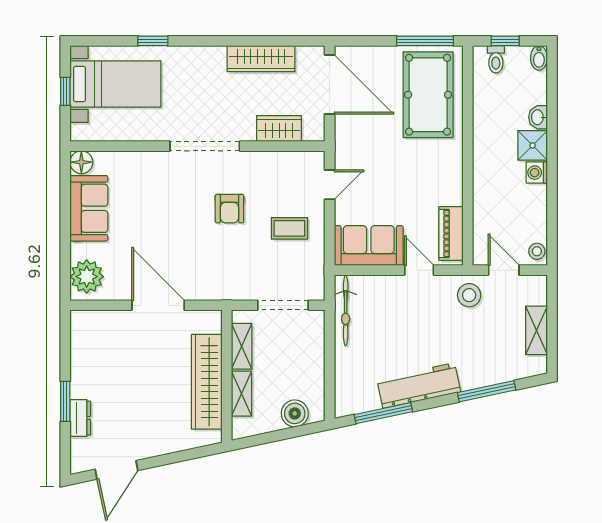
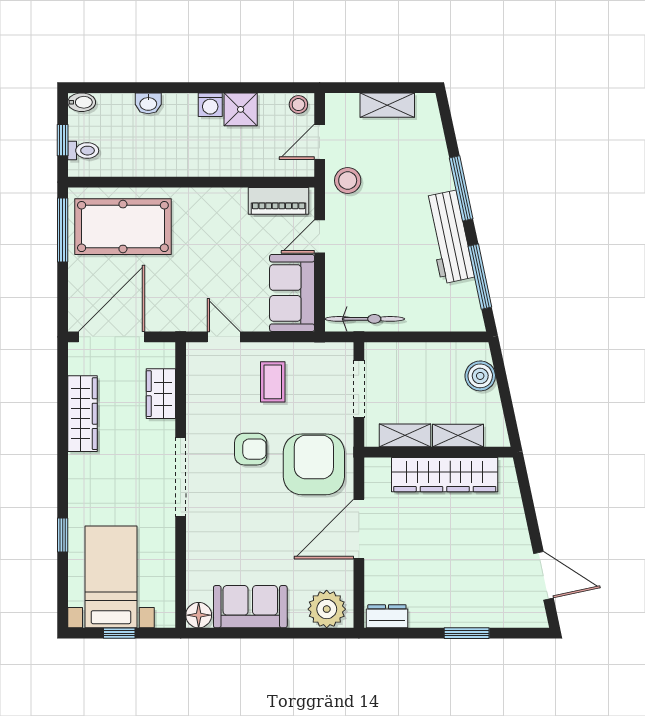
shower: (533, 145) -> (241, 109), moved
armchair: (216, 265) -> (314, 464), added
window: (487, 391) -> (461, 188), moved
dresser: (80, 418) -> (387, 616), moved

